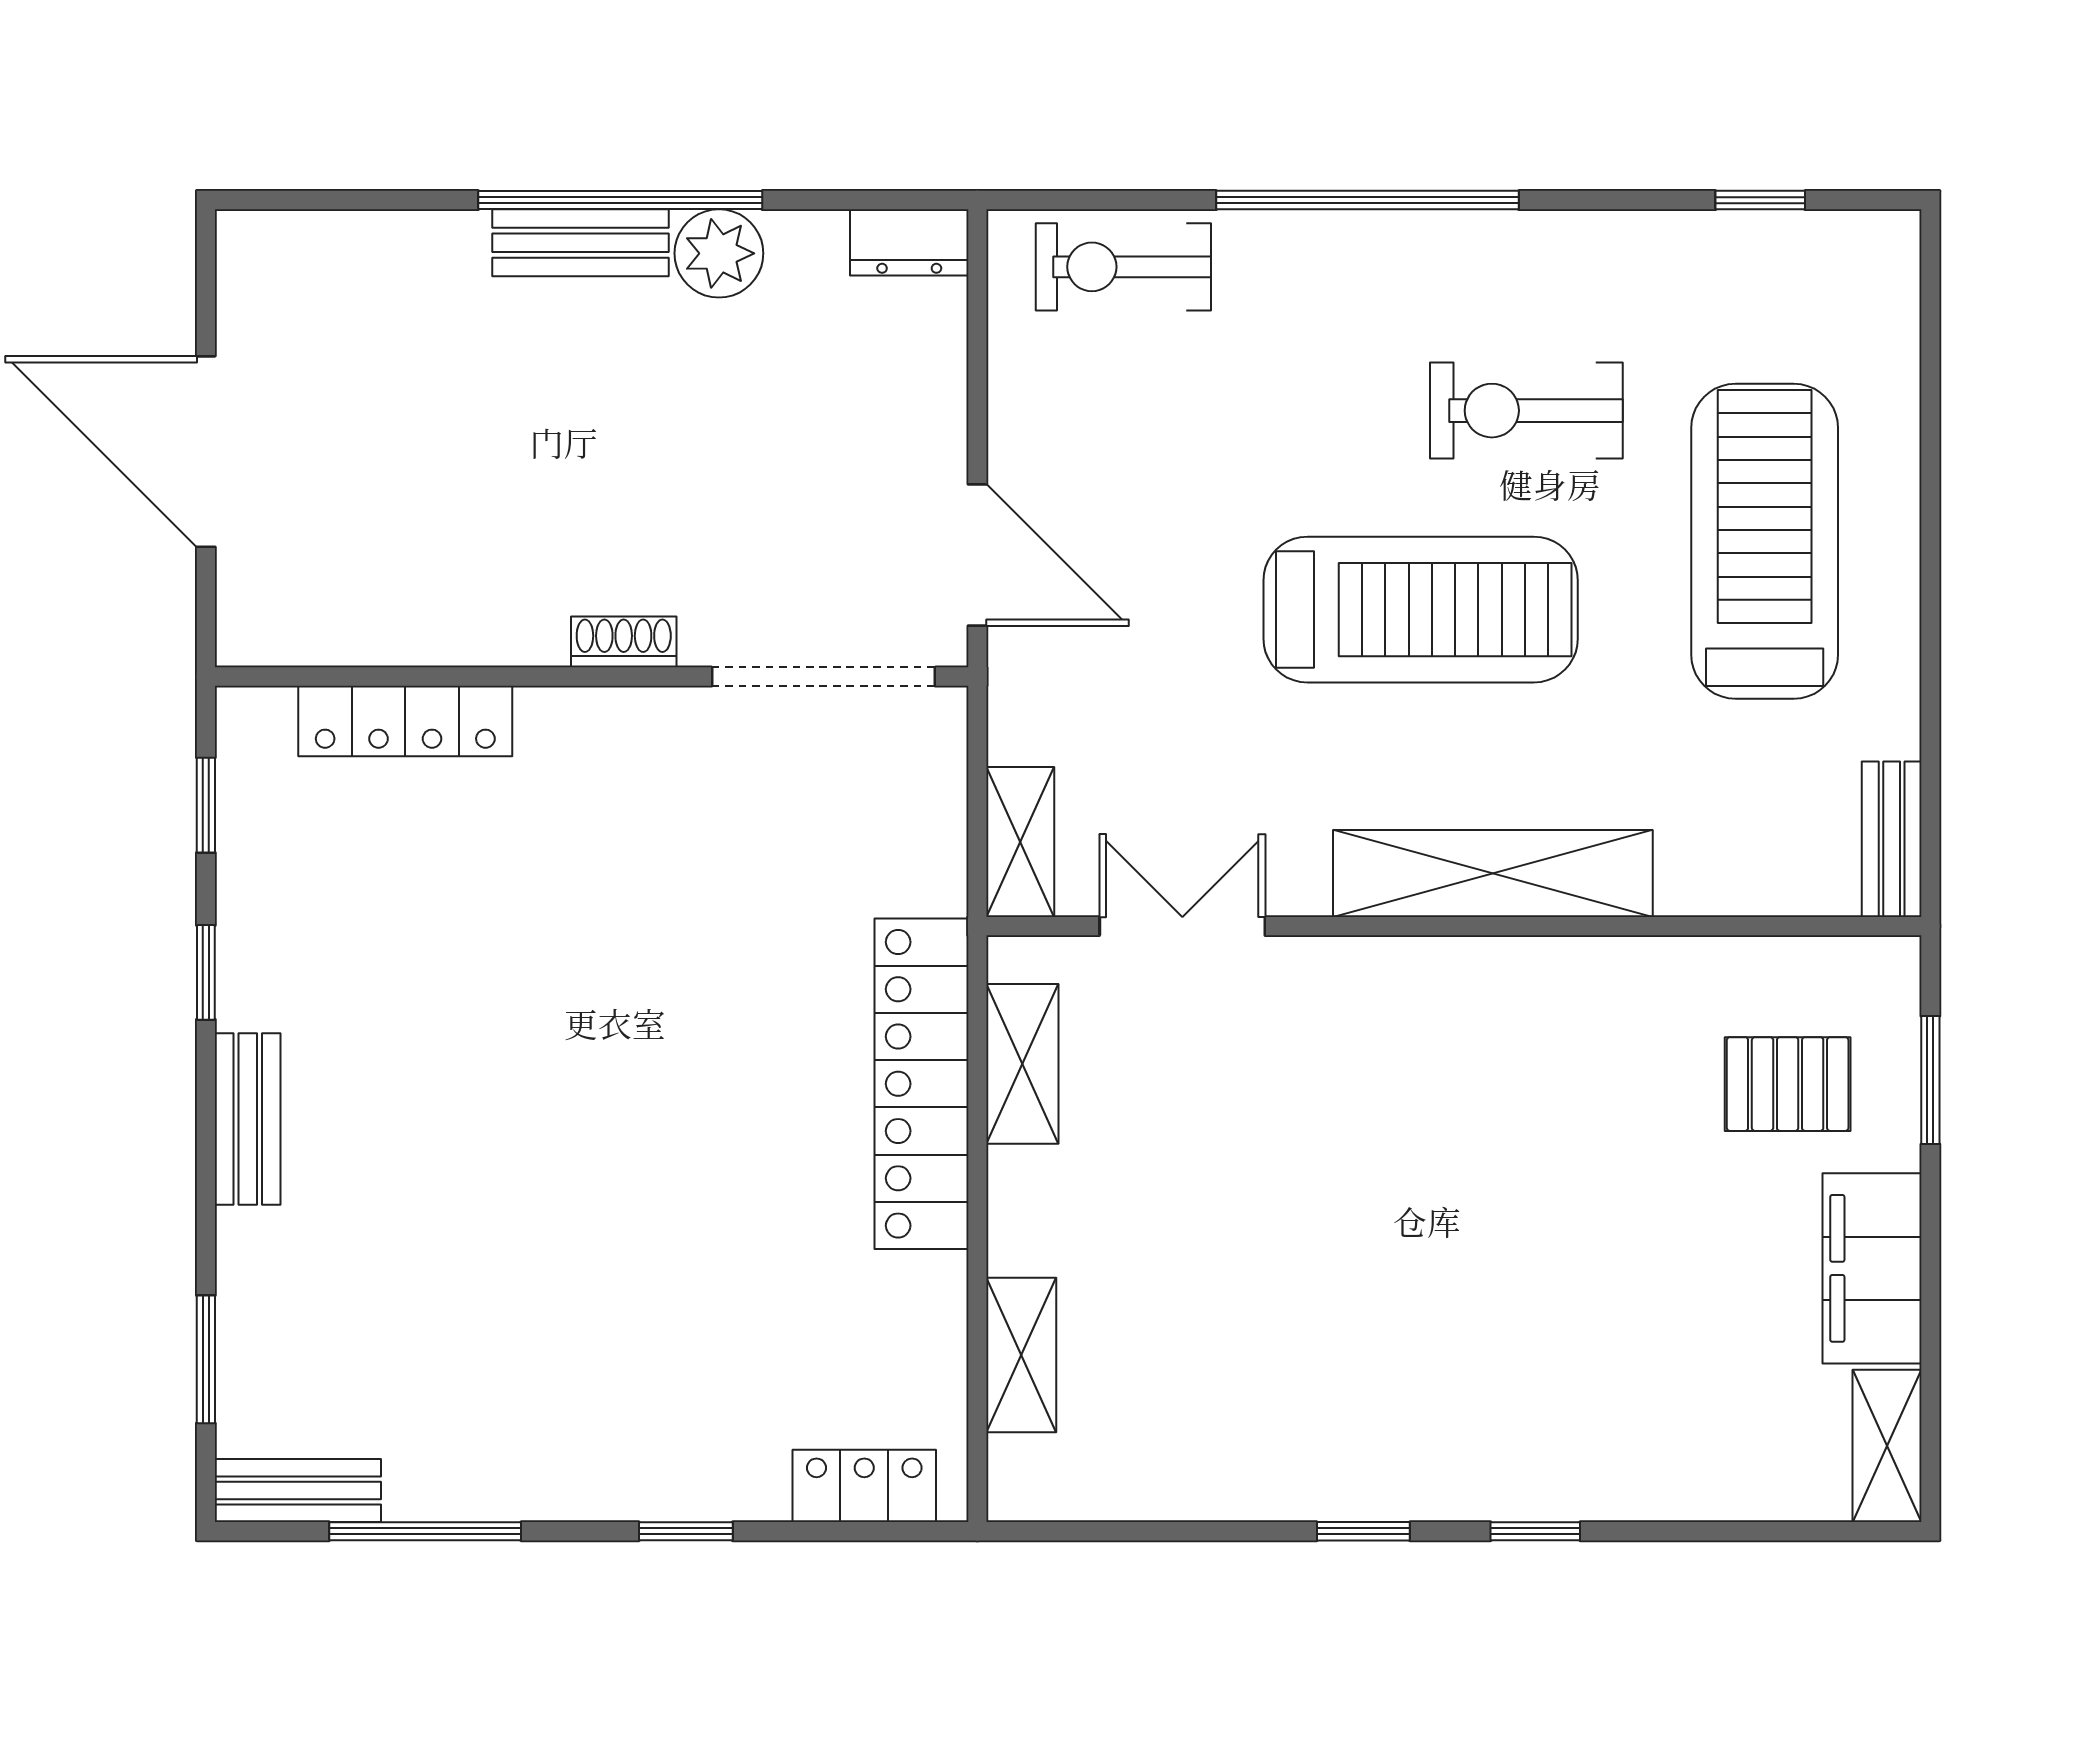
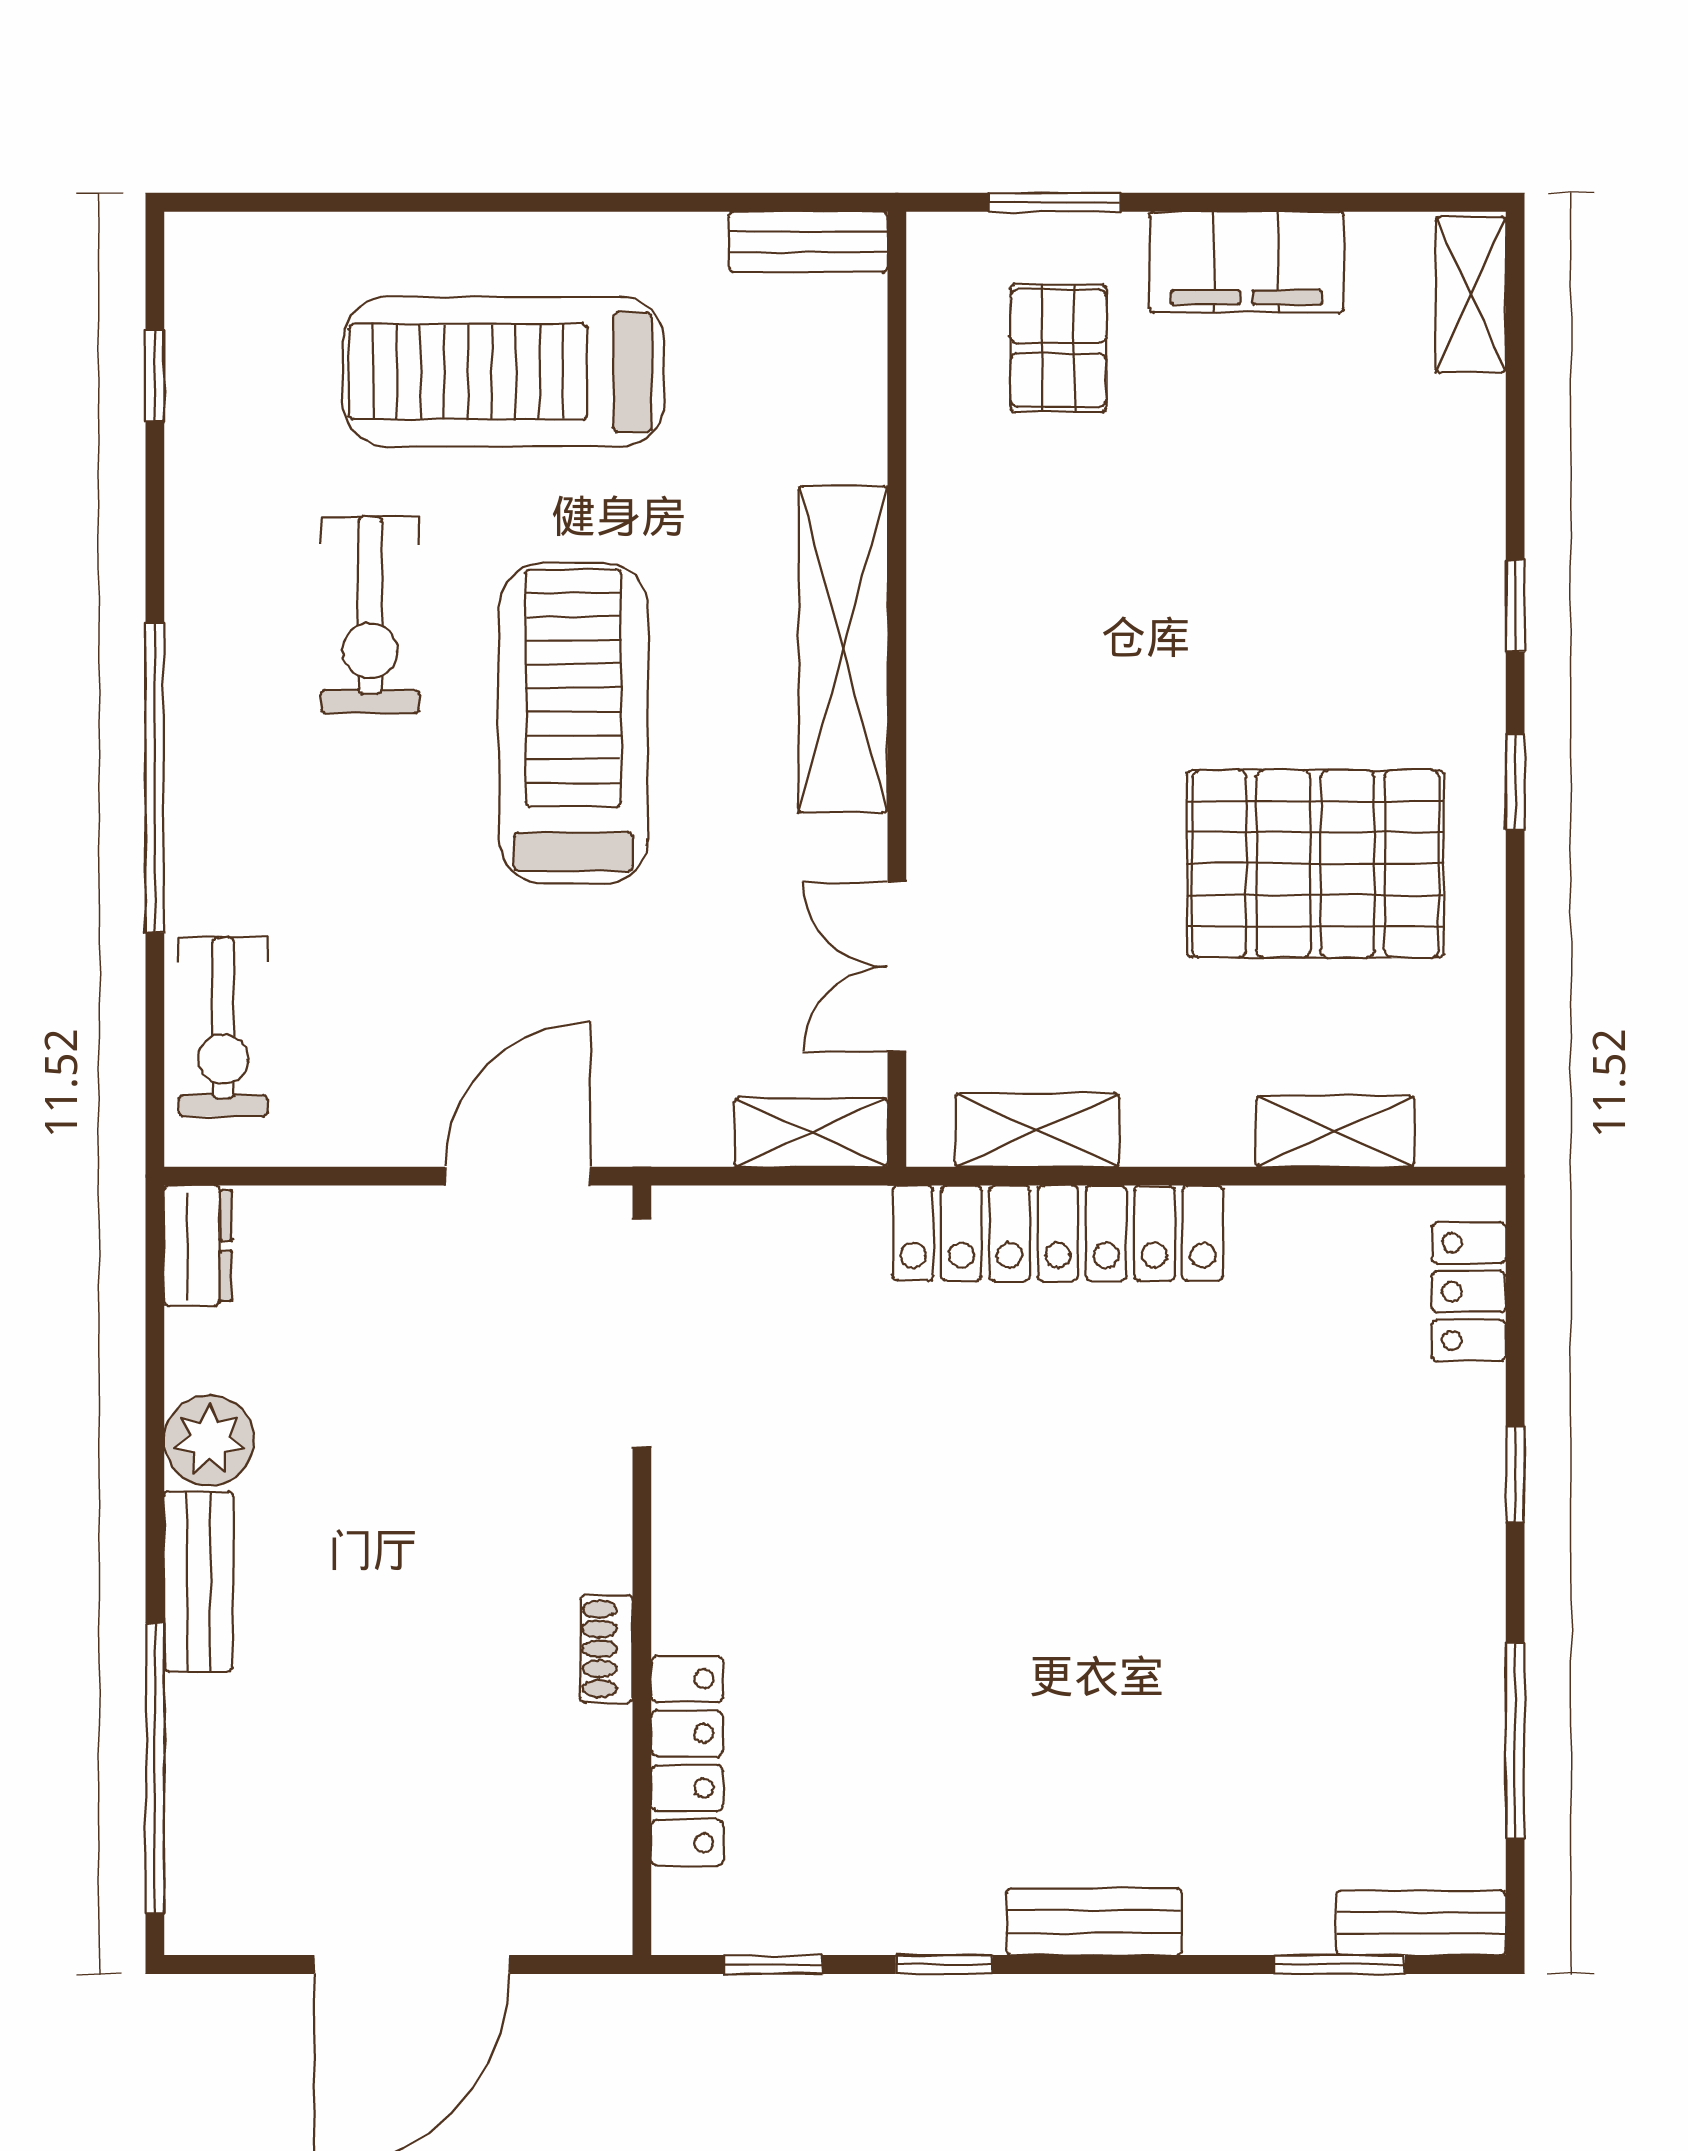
window: (620, 200) -> (155, 1768), moved
shoe rack: (624, 642) -> (606, 1649), moved
pallet: (1283, 1336) -> (1315, 864), added
shelving: (1887, 1446) -> (1471, 295), moved, turned 90
bench: (298, 1491) -> (1421, 1923), moved, turned 90

